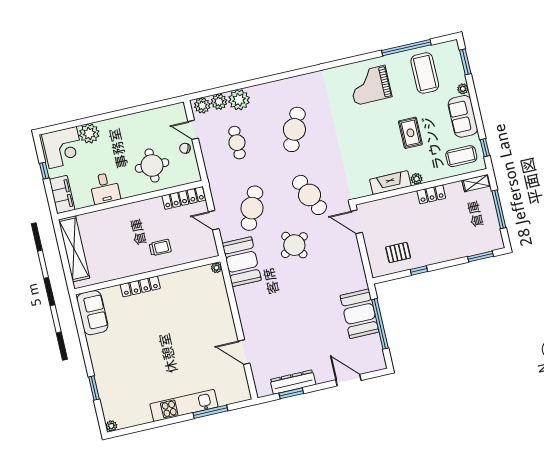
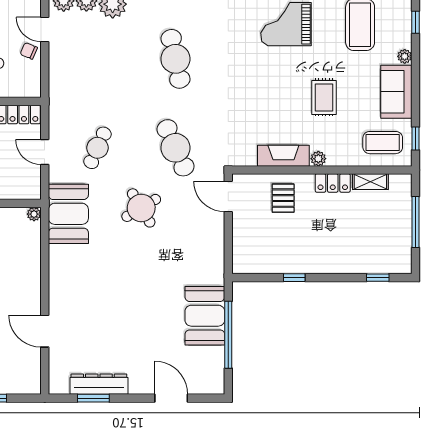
window: (465, 62) -> (416, 22), width x0.67
cafe table: (294, 129) -> (175, 59), turned -36
cafe table: (237, 143) -> (97, 59), removed
shelving: (476, 183) -> (370, 182), moved
cafe table: (252, 208) -> (97, 148), width x0.73, depth x0.74
pallet: (398, 252) -> (283, 198), moved, turned 90
window: (480, 256) -> (378, 278), width x0.67

